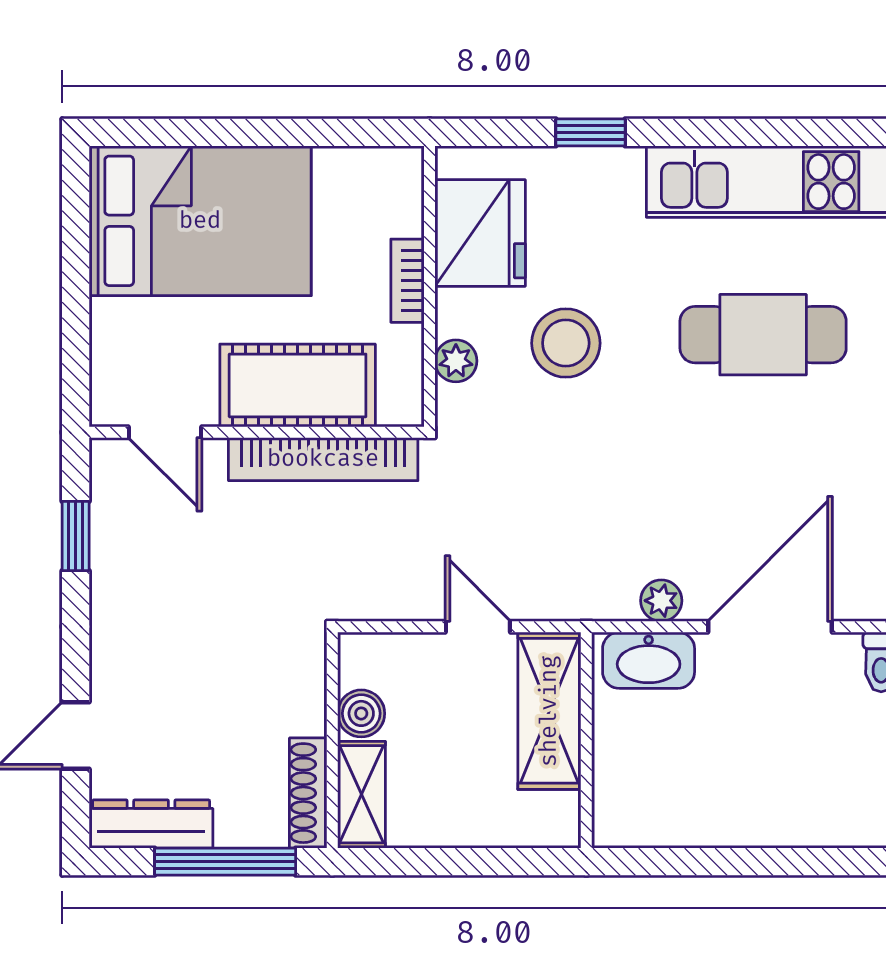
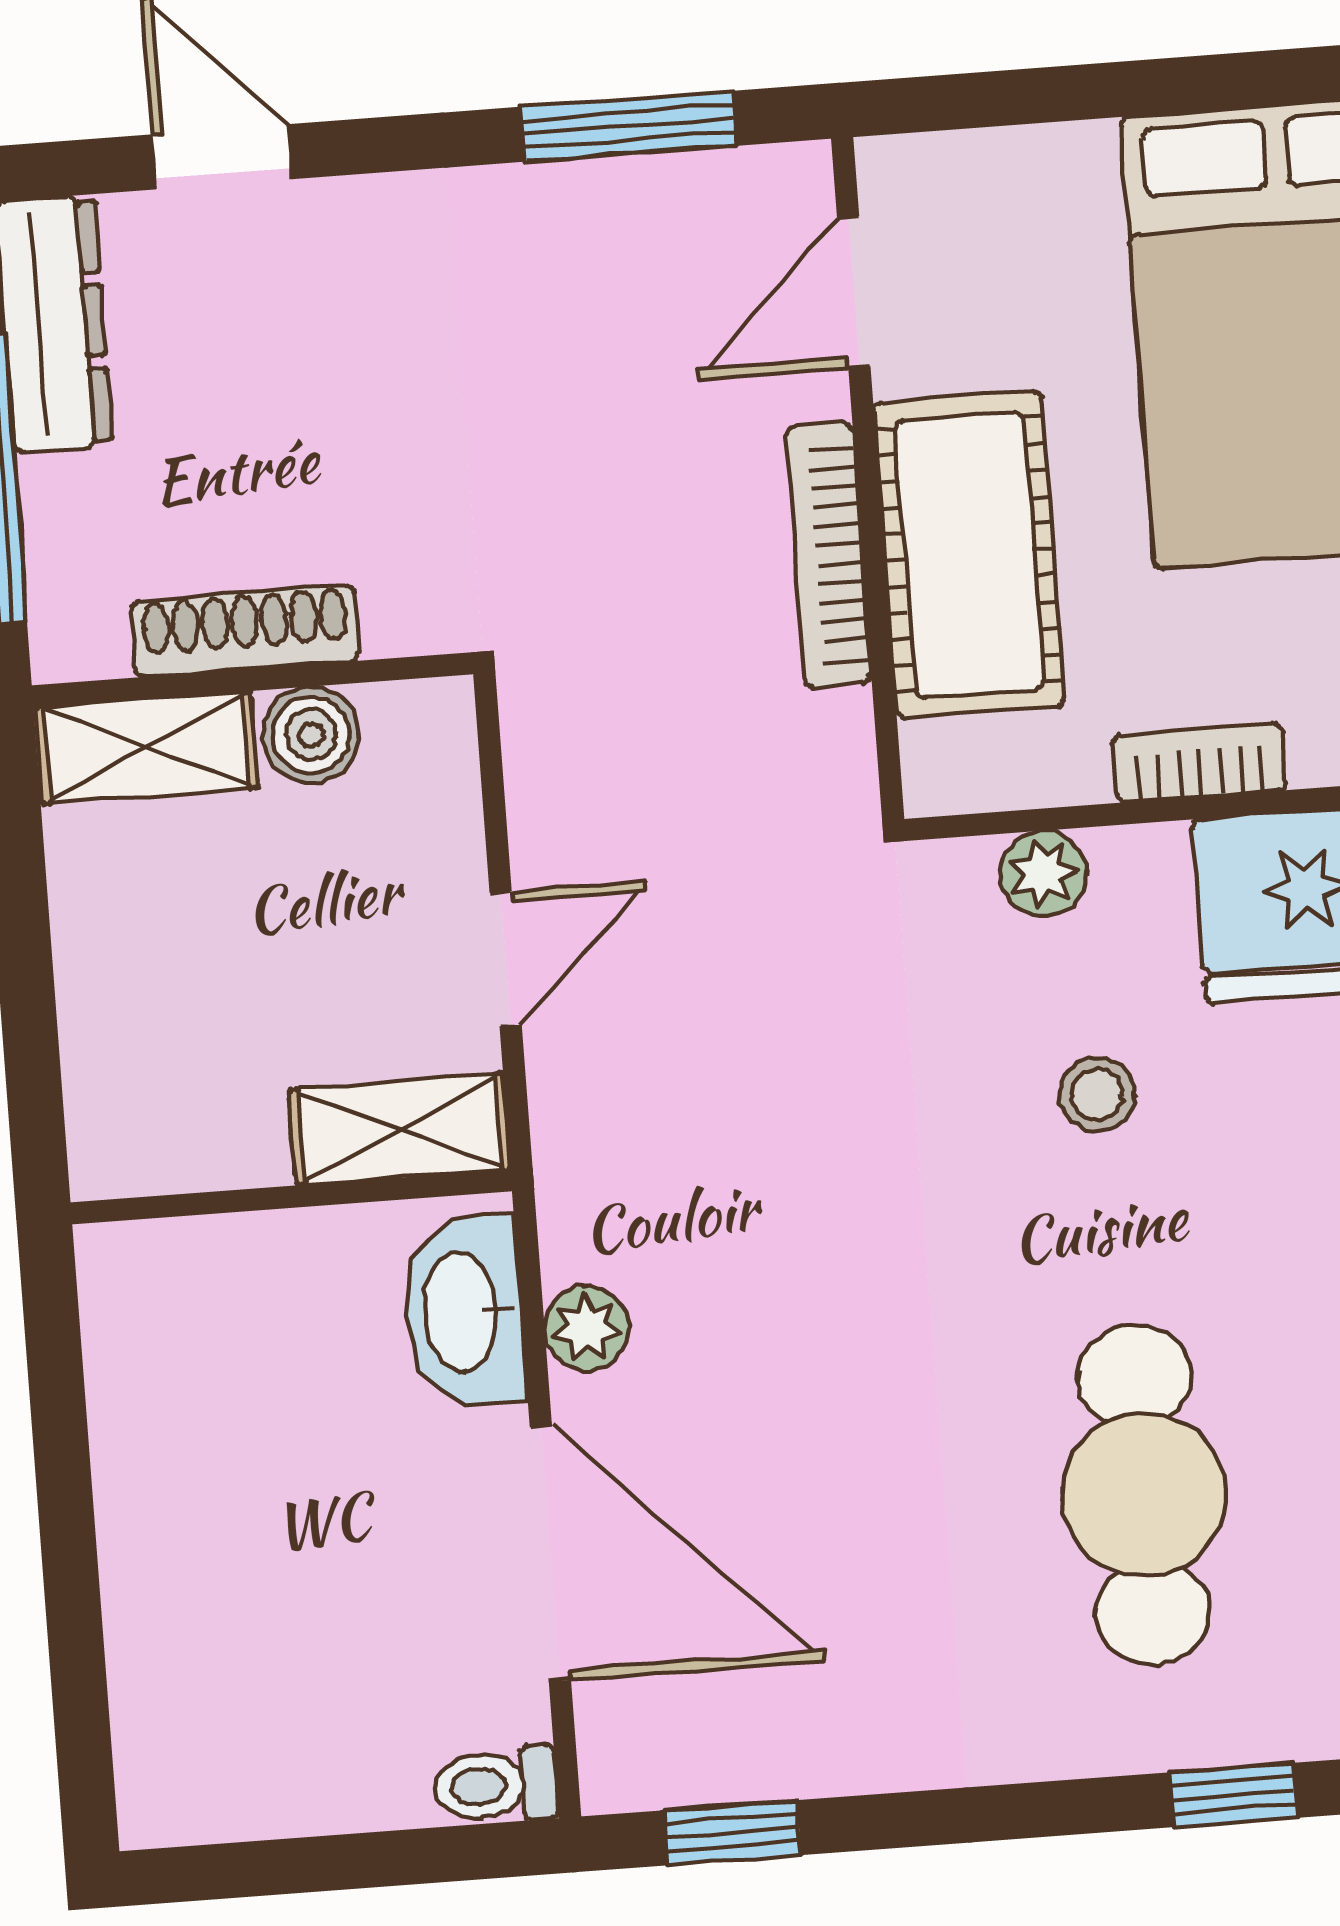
stool: (566, 343) -> (1097, 1095), width x0.53, depth x0.53
bookcase: (323, 459) -> (829, 555), width x0.68, depth x0.76
window: (76, 536) -> (629, 126), width x1.50
shelving: (549, 711) -> (400, 1129), width x0.67, depth x0.75
shoe rack: (308, 793) -> (245, 631), moved

